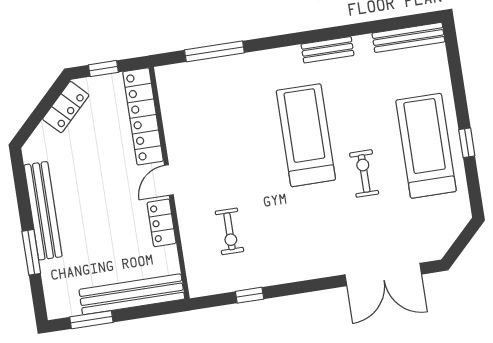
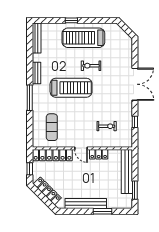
window: (214, 51) -> (30, 98), moved
exercise mat: (208, 105) -> (52, 127), added
locker: (66, 107) -> (47, 191), width x1.53
treadmill: (306, 135) -> (71, 88), turned 180
window: (467, 143) -> (71, 20), moved
double door: (383, 274) -> (135, 84), moved

